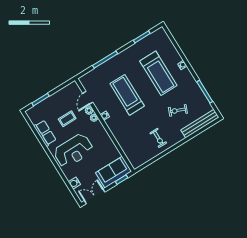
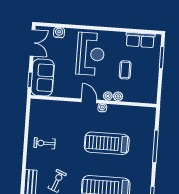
treadmill: (127, 95) -> (107, 143), turned 180
door: (88, 98) -> (89, 101), moved
row of seats: (45, 133) -> (140, 40), moved
reception desk: (73, 151) -> (90, 54), turned 180

